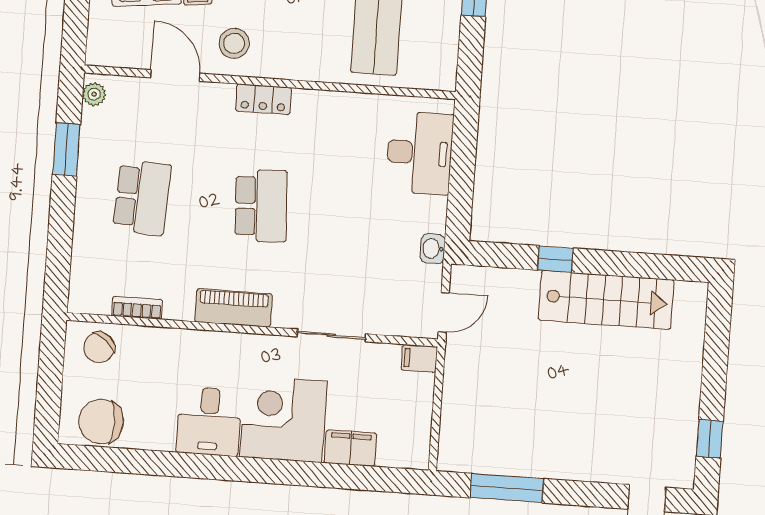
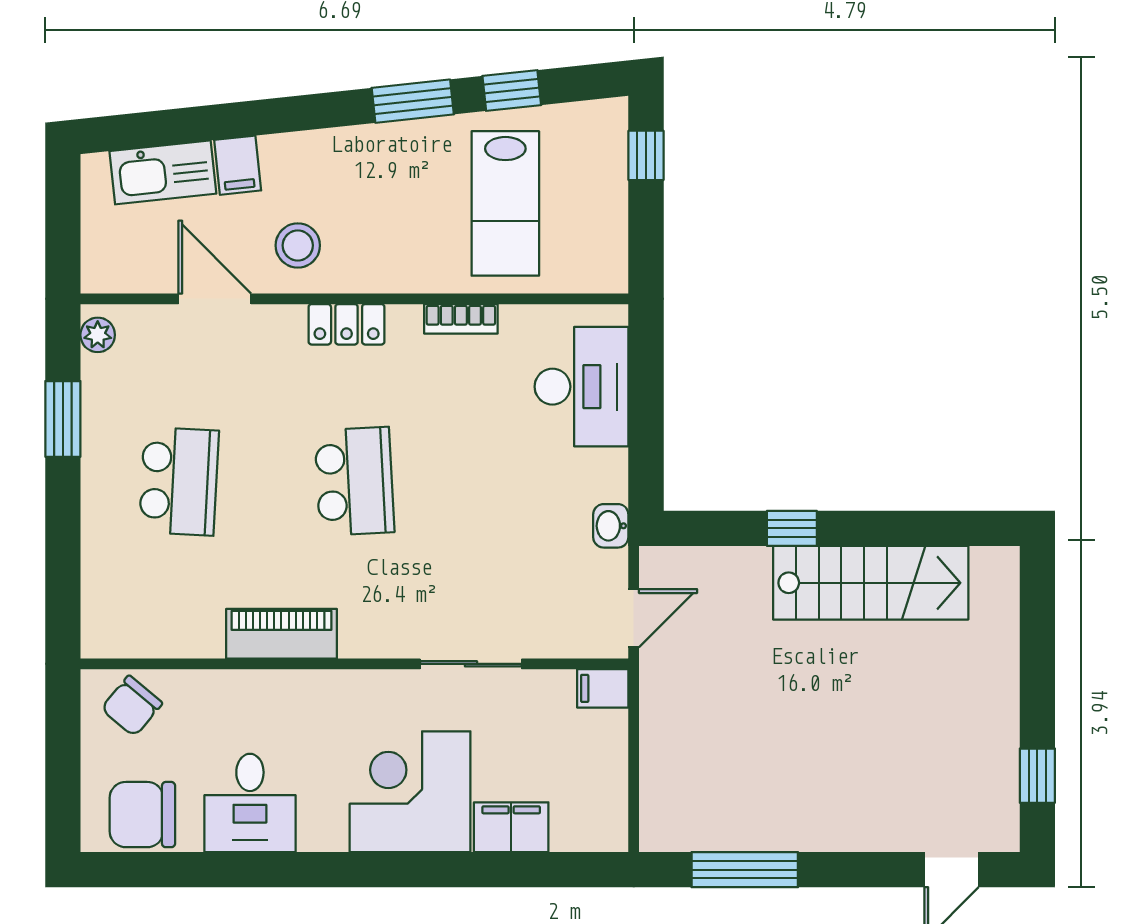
bookcase: (137, 308) -> (461, 319), moved, turned 180
piano: (234, 308) -> (281, 634), moved
desk: (209, 421) -> (250, 803), moved

